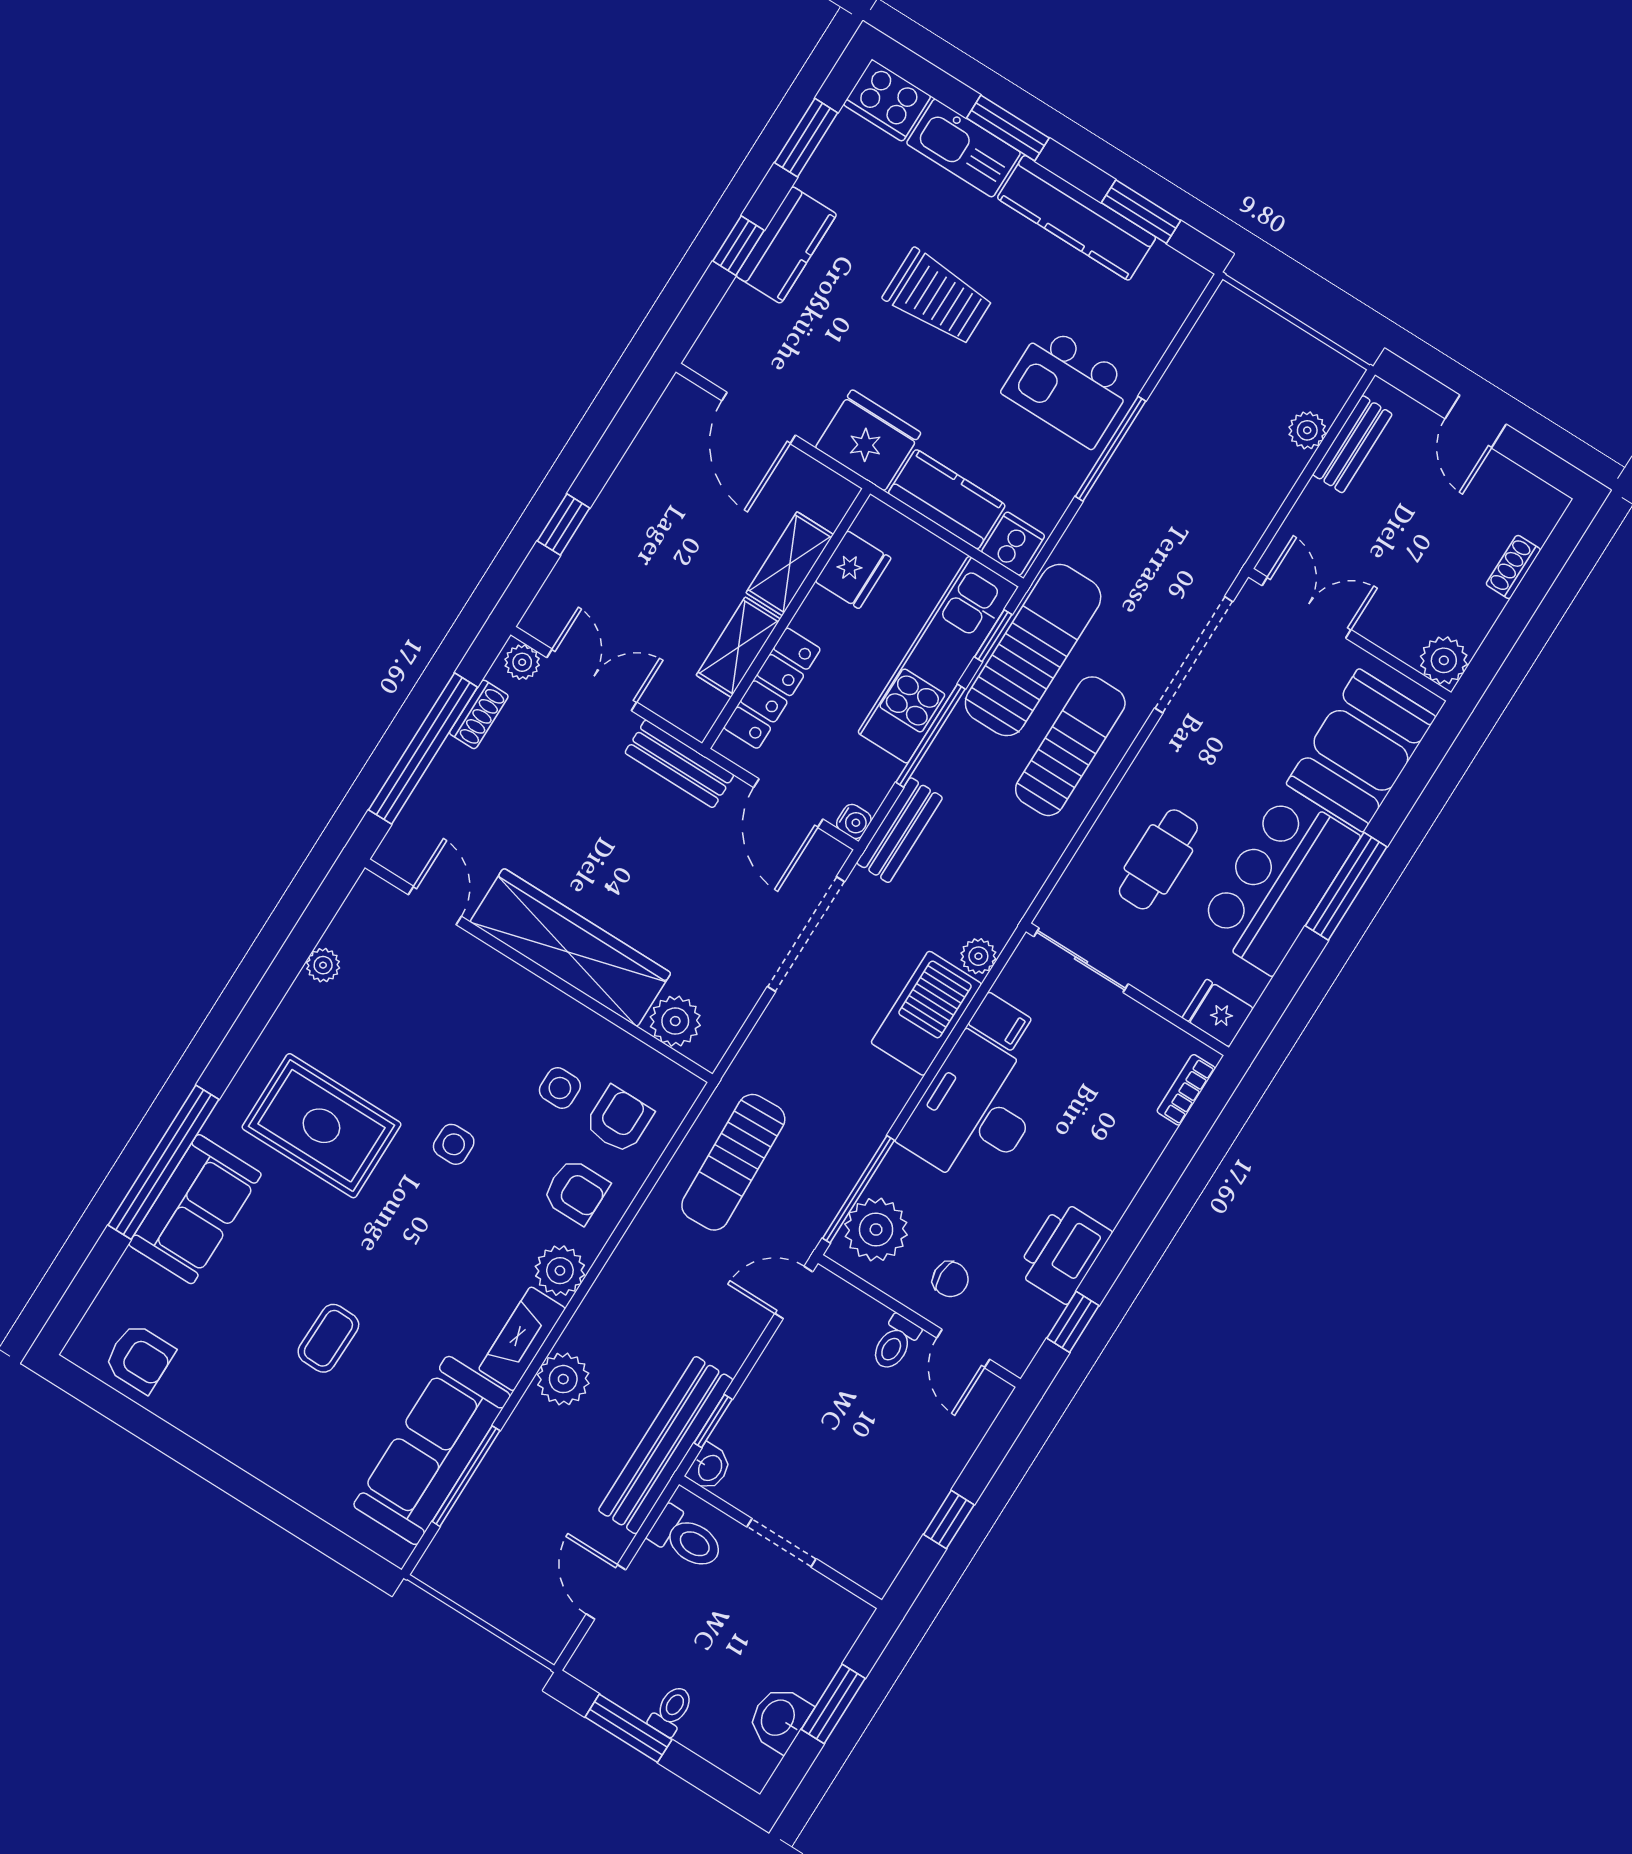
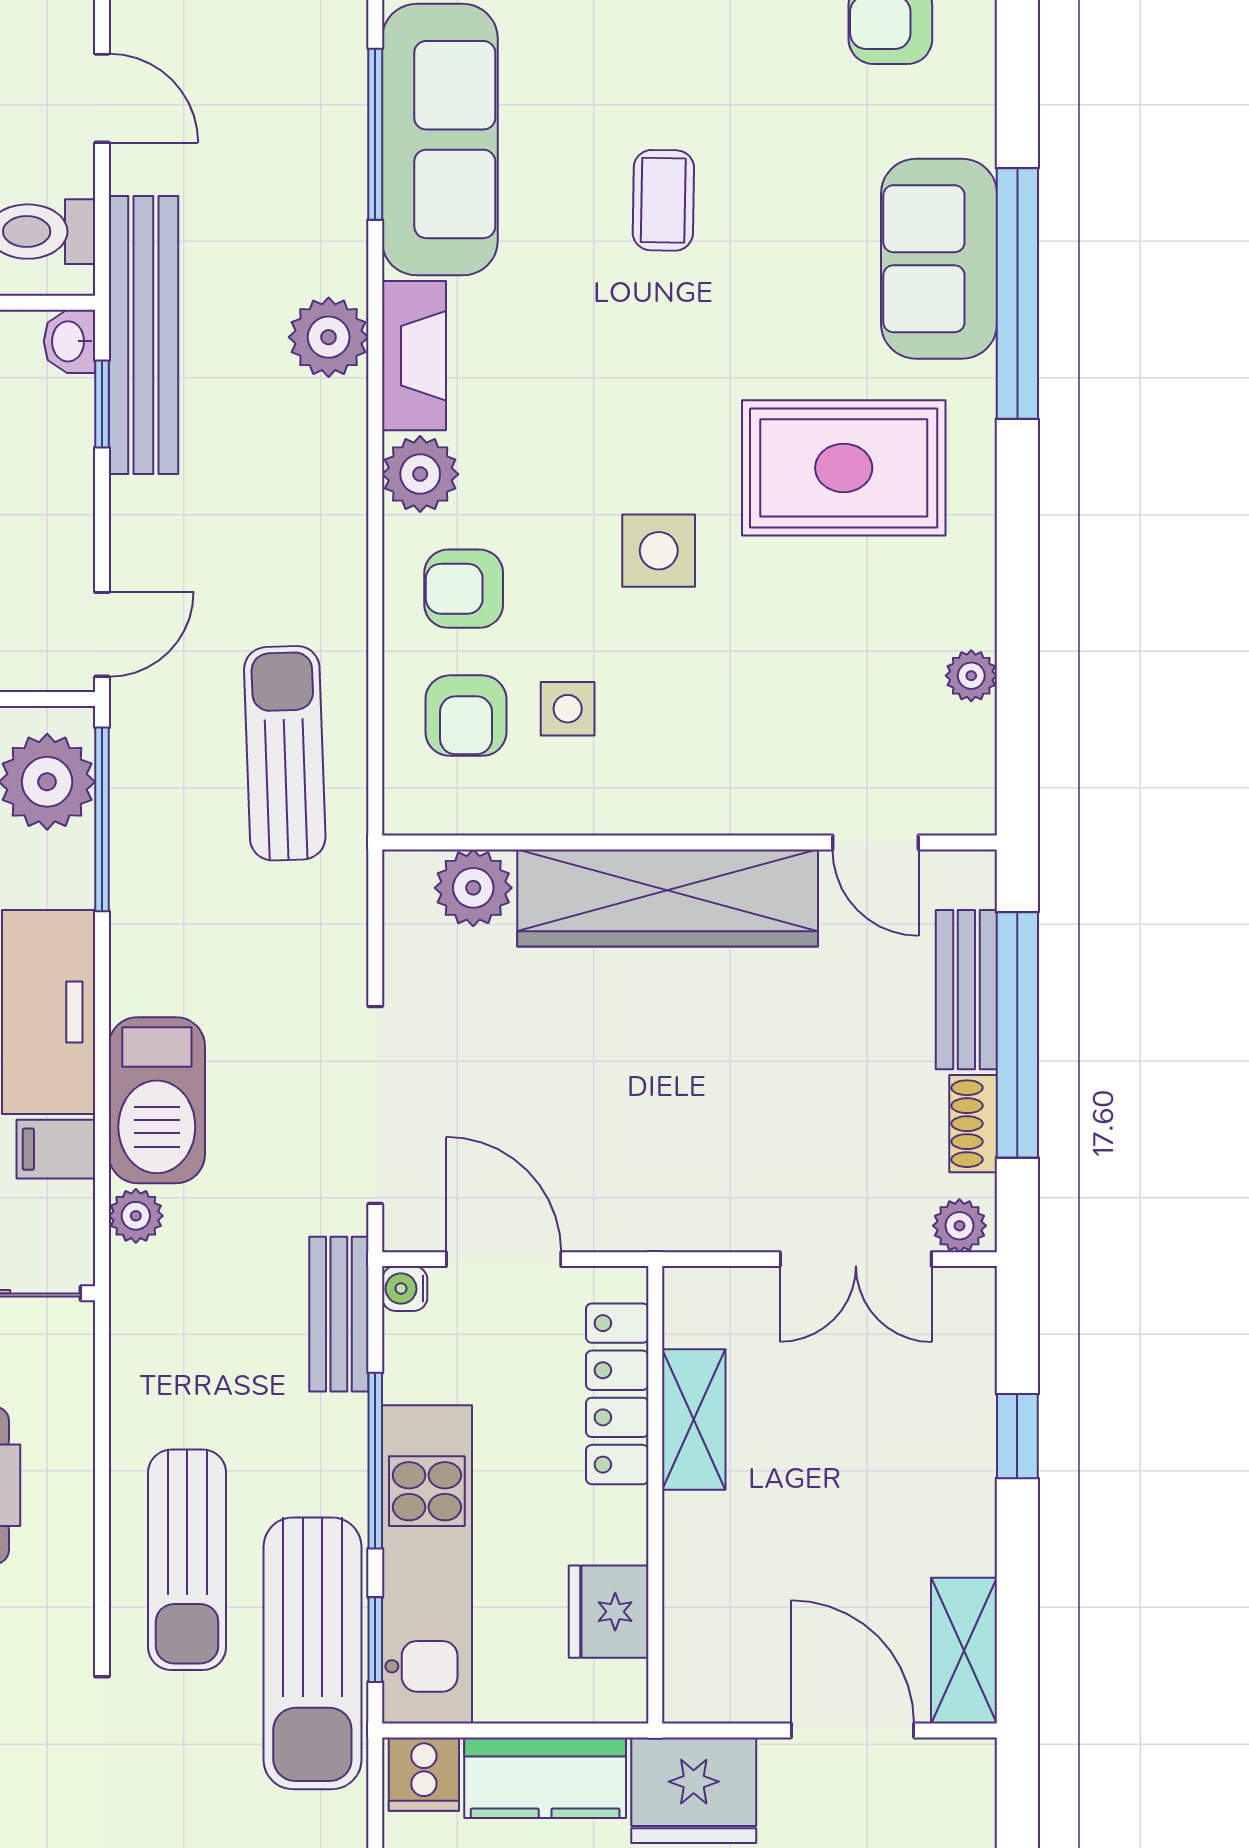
shelving: (790, 564) -> (964, 1651), moved
bench: (679, 764) -> (966, 990), moved, turned 90
side table: (454, 1144) -> (659, 551), width x1.37, depth x1.37

